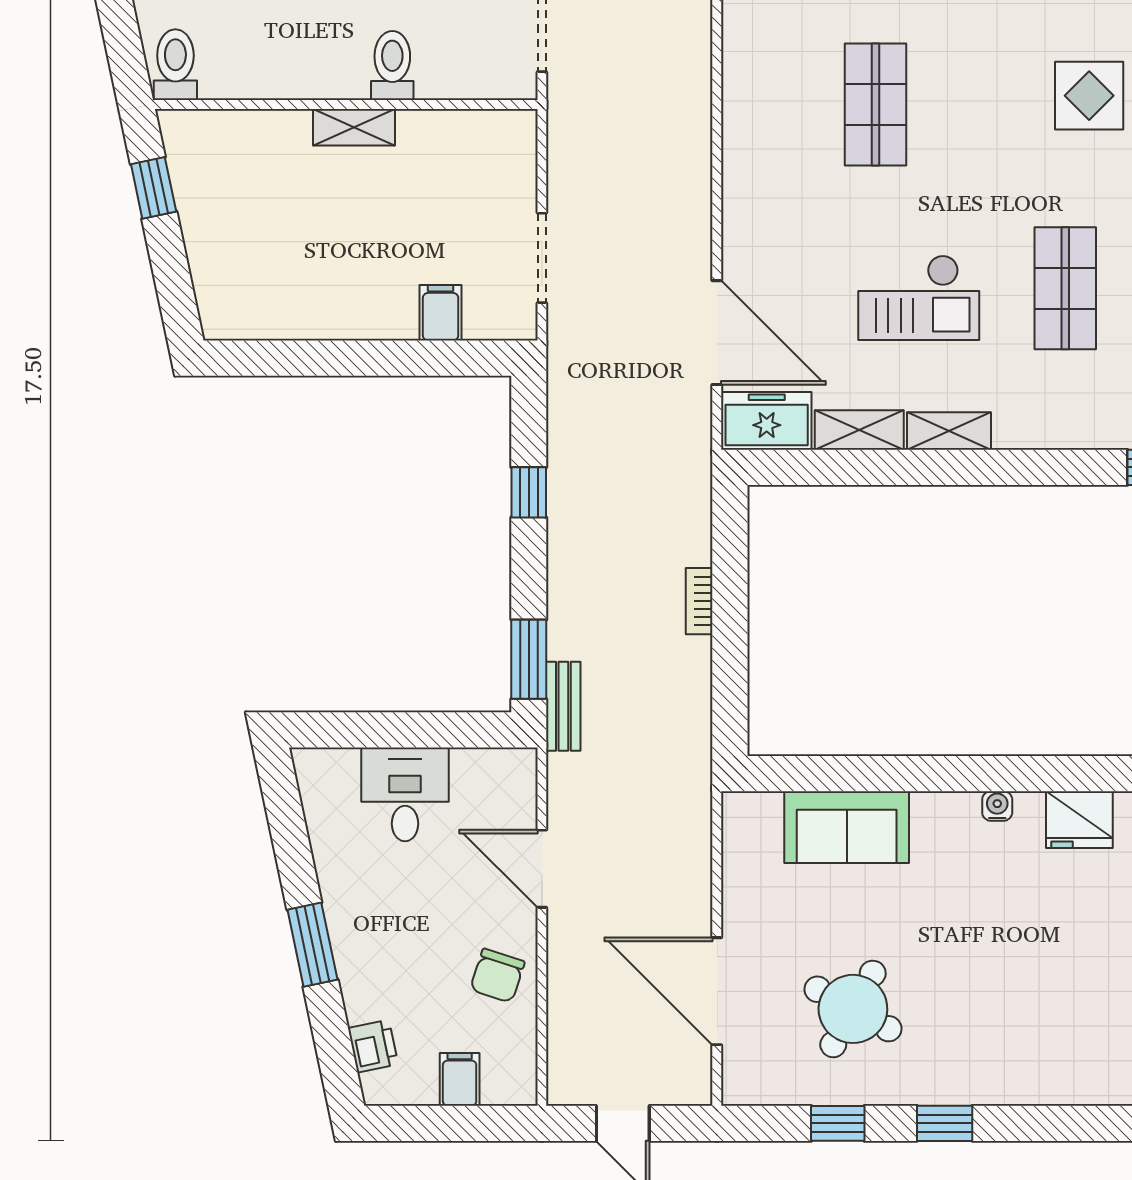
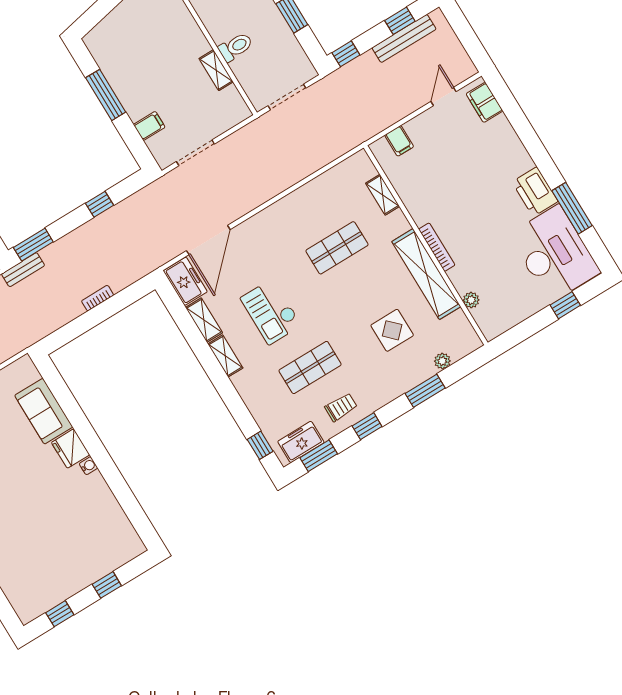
shelving: (354, 127) -> (216, 70), moved
window: (335, 358) -> (106, 95), added
fridge: (1079, 820) -> (71, 449), moved

